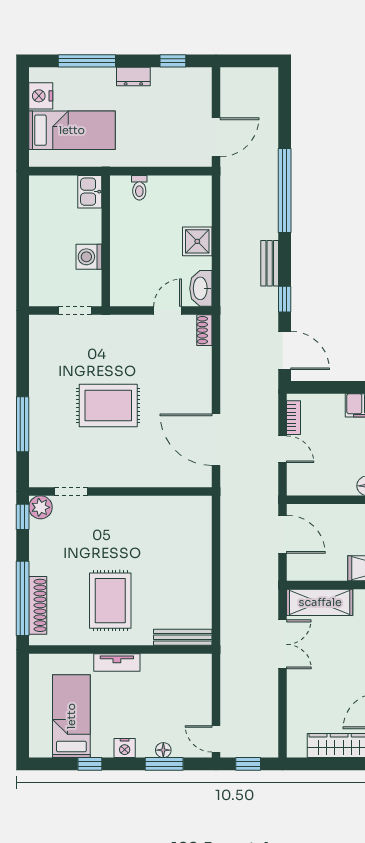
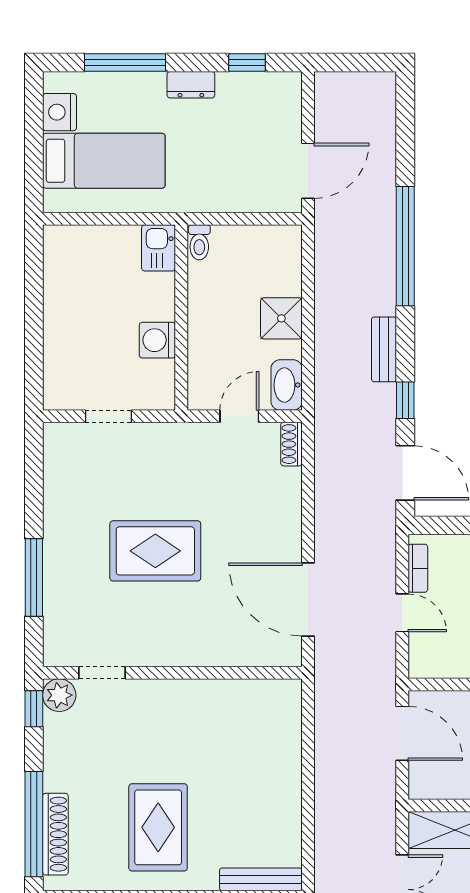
kitchen sink: (90, 192) -> (159, 248), moved
wall: (106, 241) -> (181, 318), moved
washing machine: (89, 257) -> (157, 340), moved

